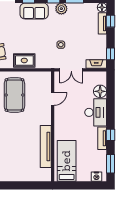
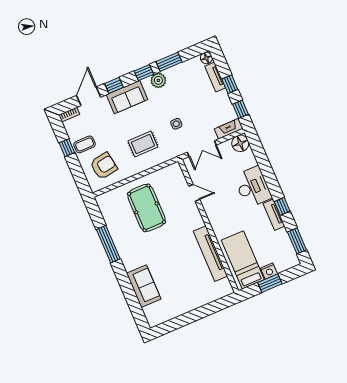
window: (111, 21) -> (230, 84), moved
rug: (24, 60) -> (143, 144), moved
floor lamp: (100, 91) -> (240, 143), moved
door: (53, 99) -> (194, 193), hinge flipped
nightstand: (96, 177) -> (269, 271), moved
window: (79, 185) -> (270, 283), added

